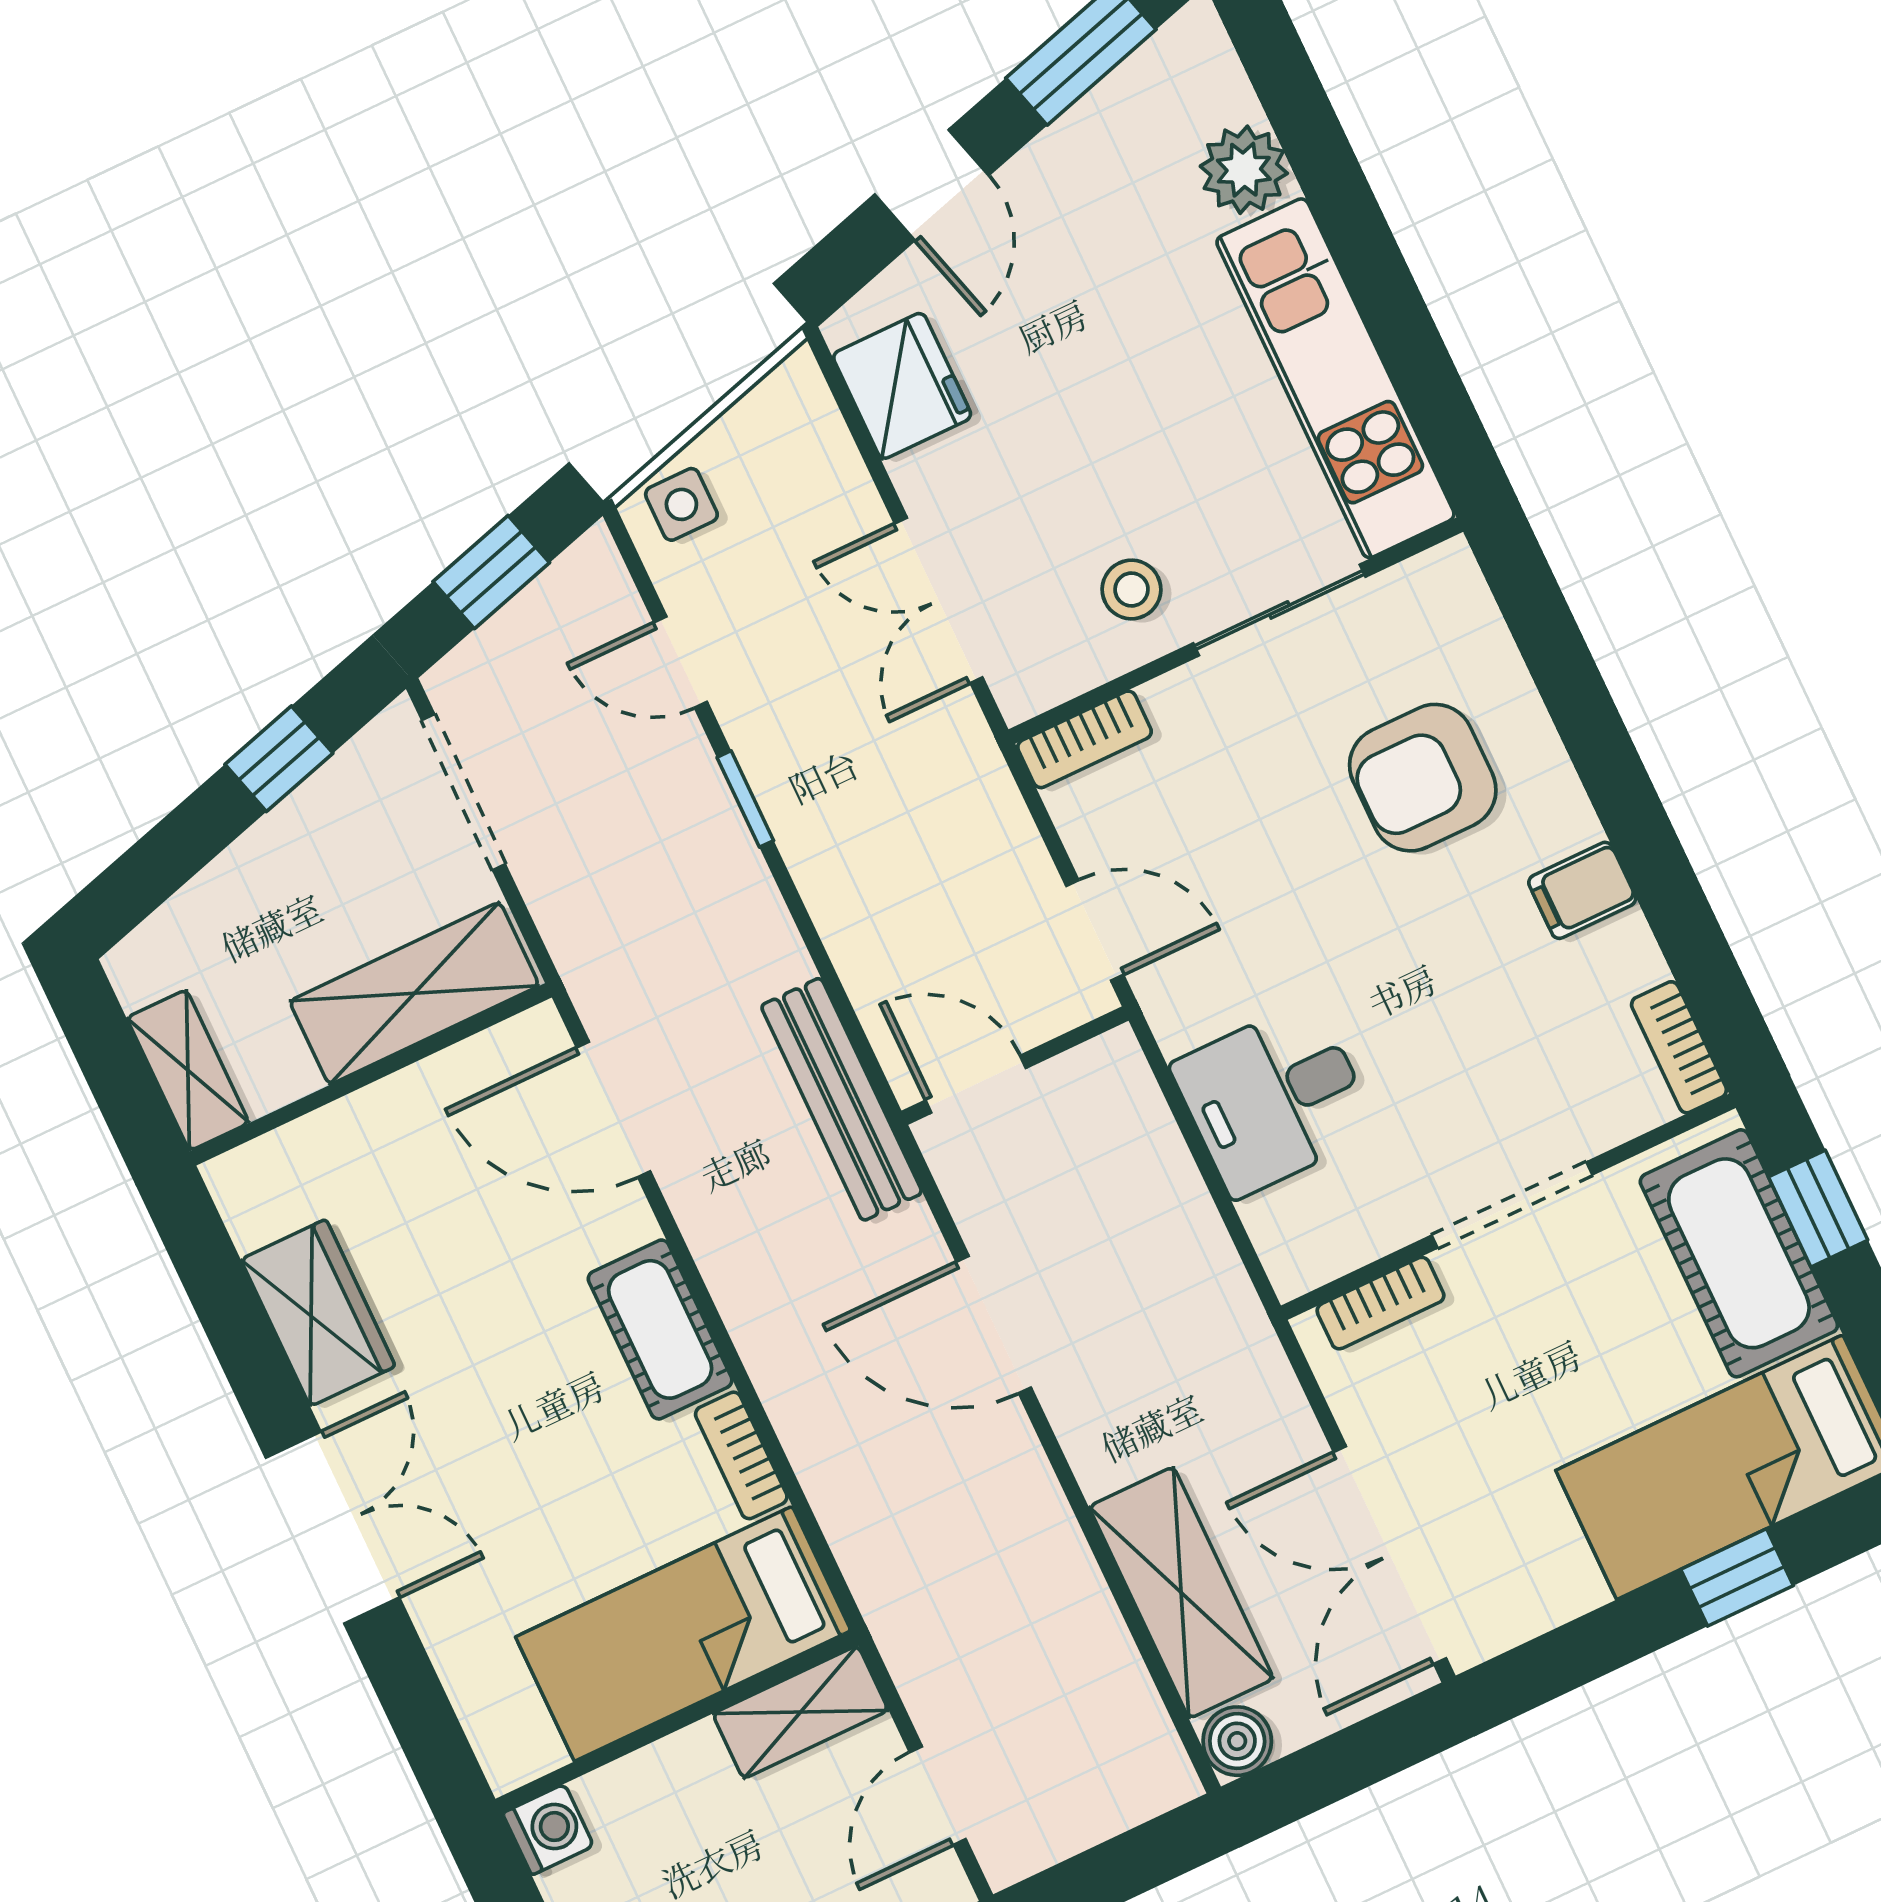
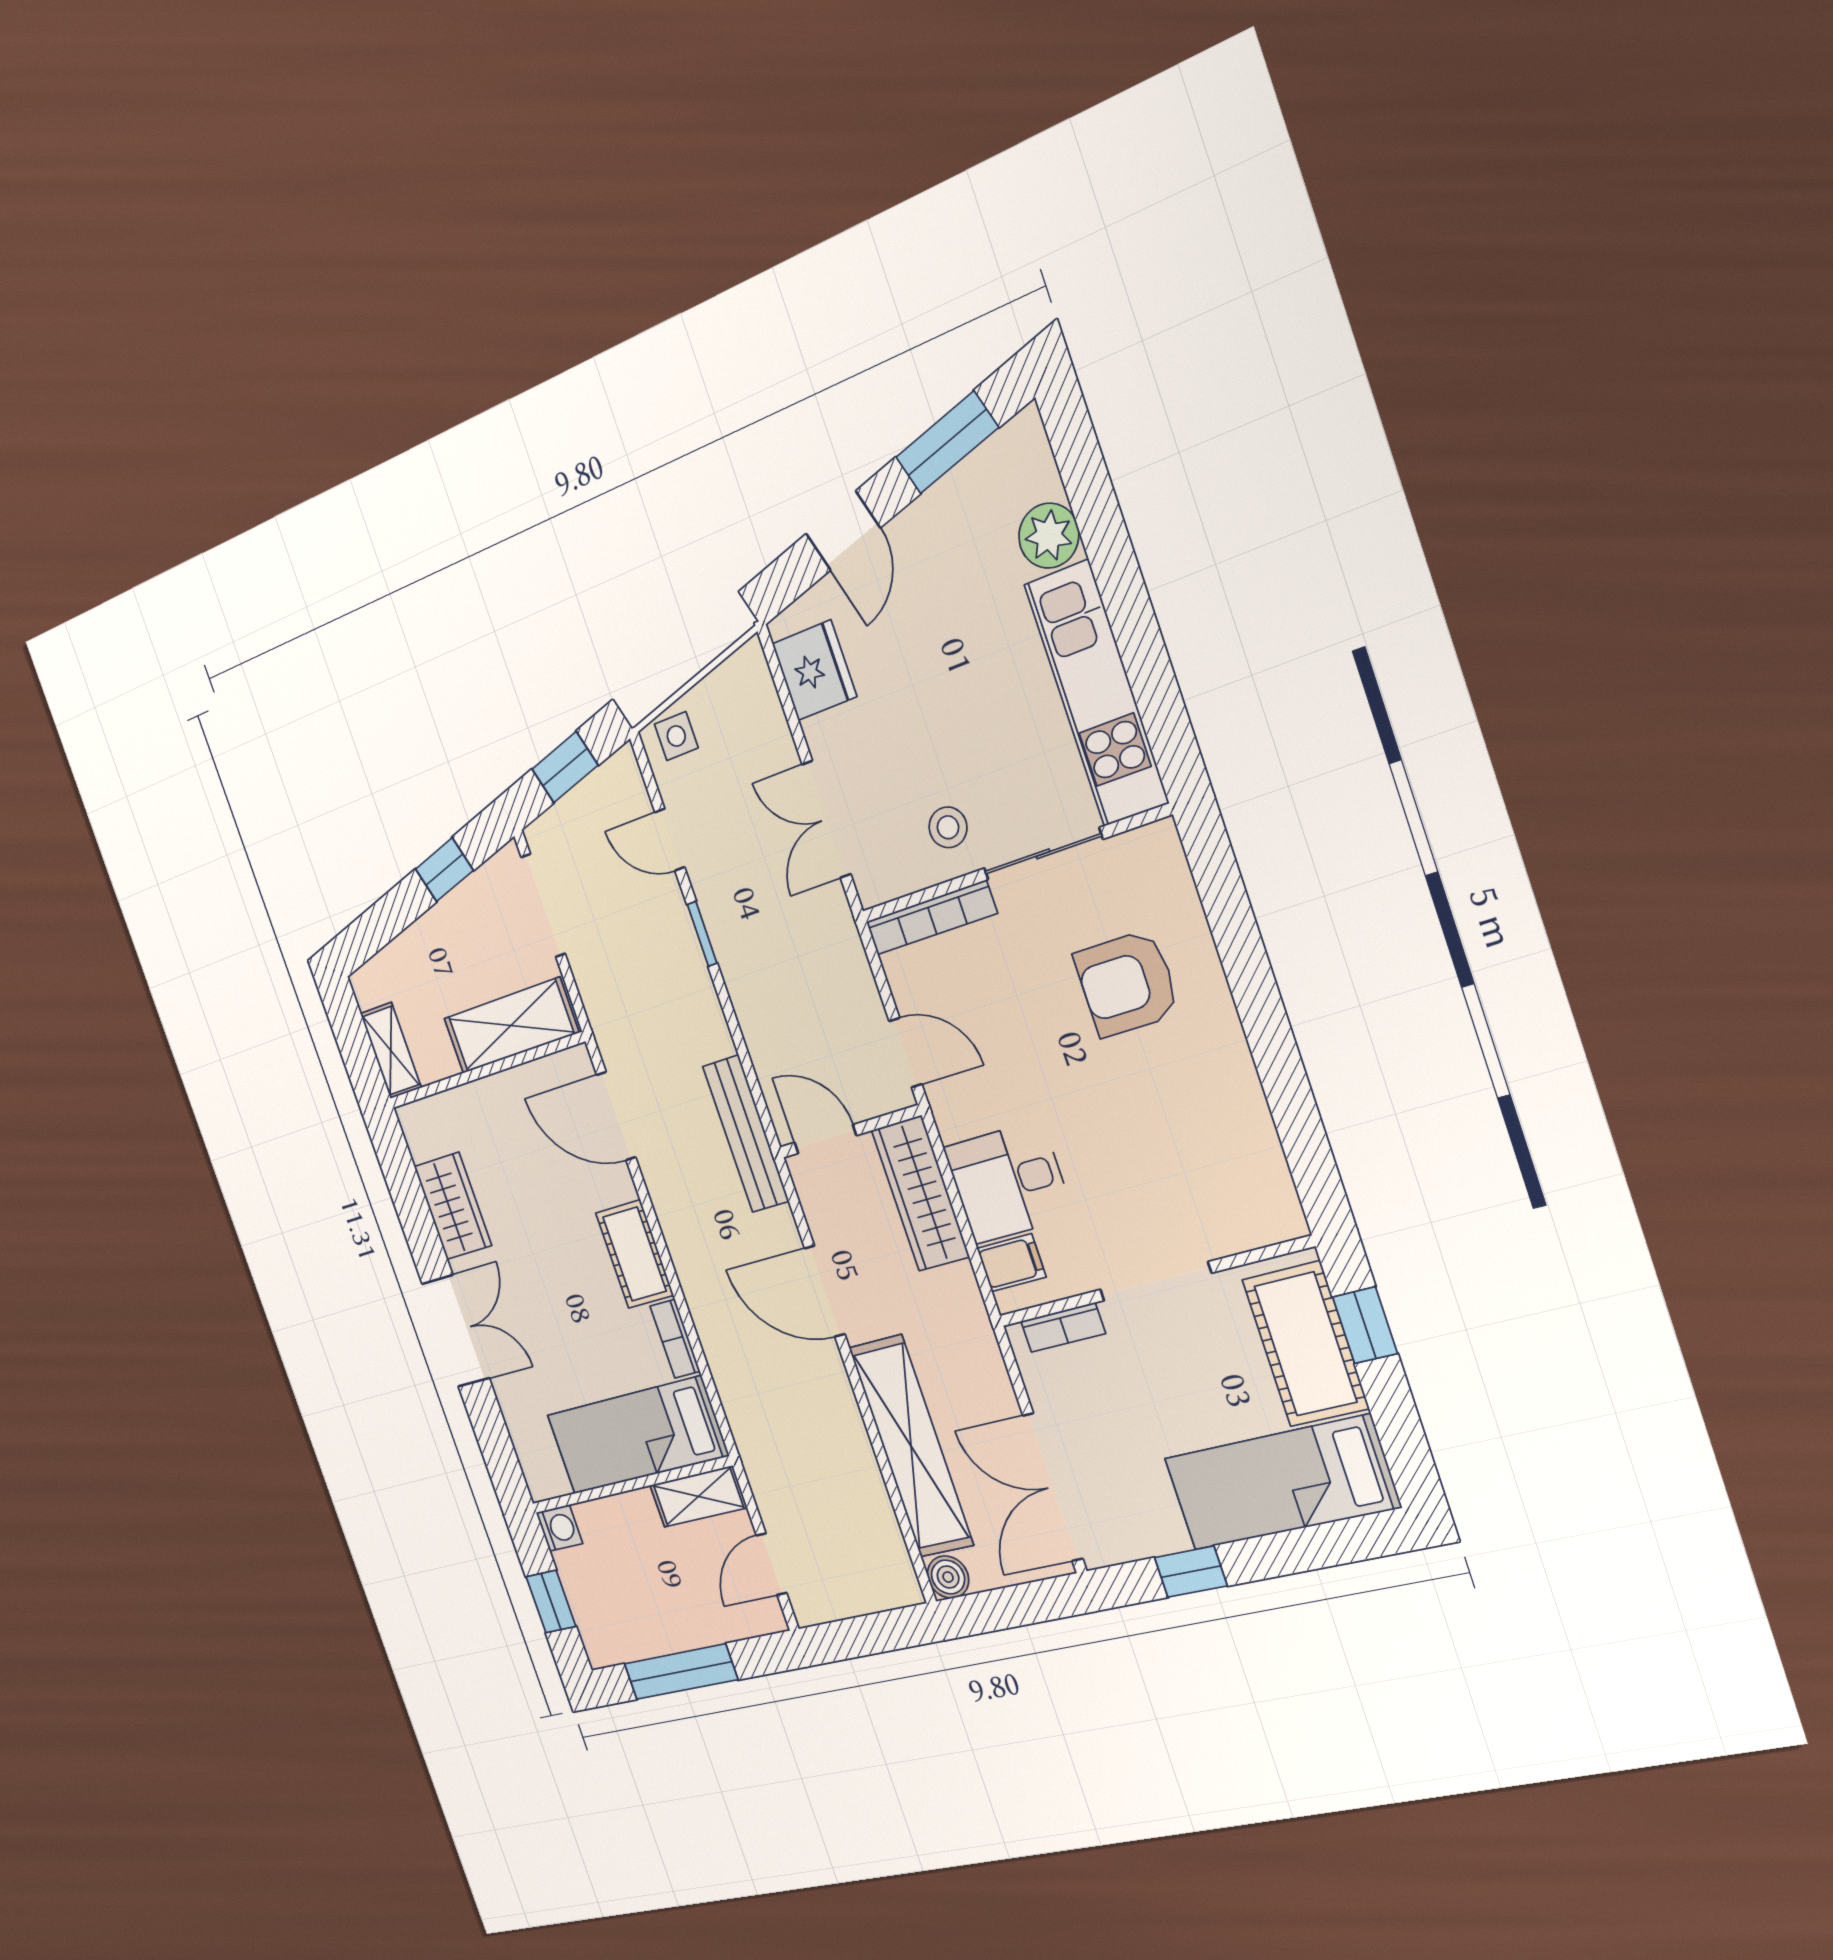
bookcase: (1084, 739) -> (931, 918), width x1.56
filing cabinet: (1582, 890) -> (1012, 1263), moved, turned 180
bookcase: (1679, 1047) -> (1281, 1197), removed
wardrobe: (1137, 1141) -> (920, 1193), added
window: (1737, 1577) -> (1191, 1572), moved
shelving: (1181, 1593) -> (911, 1446), width x1.47

